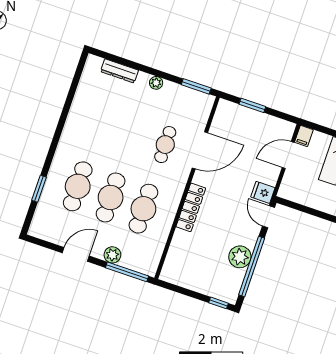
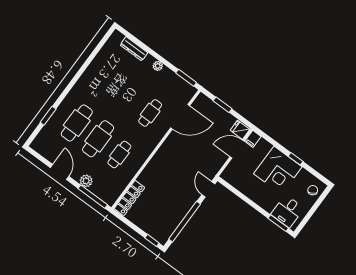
door: (200, 150) -> (180, 117), moved
fridge: (263, 192) -> (240, 130), moved
locker: (191, 207) -> (129, 198), moved
cafe table: (143, 209) -> (119, 155), width x0.73, depth x0.74
door: (76, 254) -> (60, 172), hinge flipped
plant: (240, 257) -> (178, 212), removed

